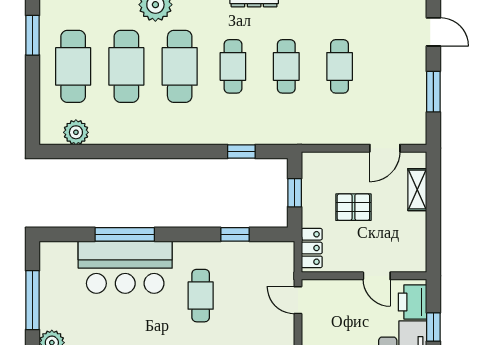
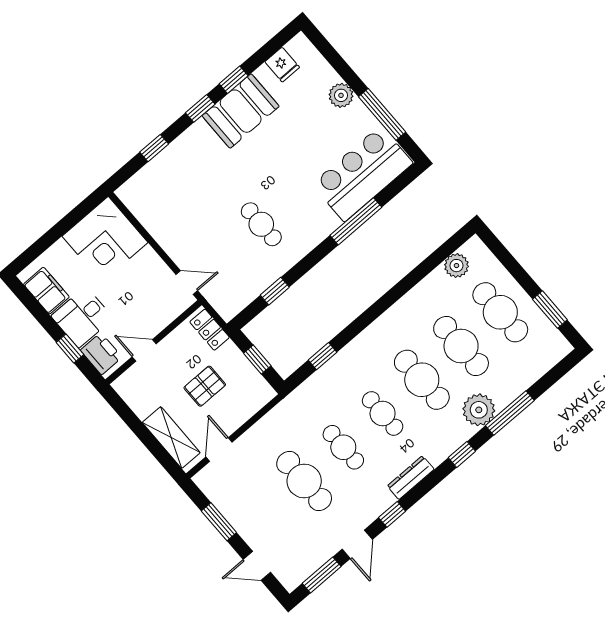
cafe table: (340, 66) -> (304, 481), width x1.37, depth x1.35
shelving: (417, 190) -> (171, 437), width x1.50, depth x1.33
bar counter: (125, 267) -> (362, 174), moved

